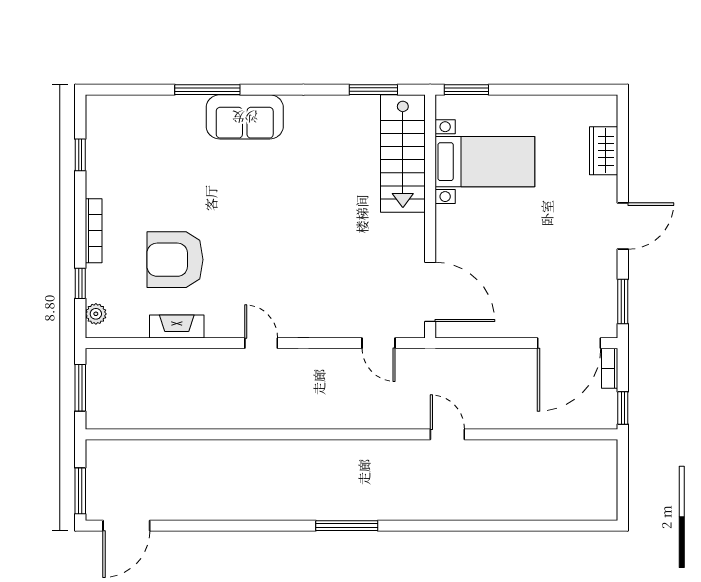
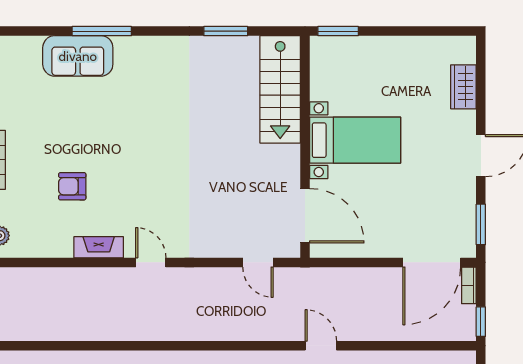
window: (373, 90) -> (226, 31), moved
sofa: (245, 117) -> (78, 56), moved
bed with nightstands: (485, 162) -> (355, 140), moved
armchair: (175, 260) -> (72, 186), width x0.53, depth x0.53
fireplace: (177, 326) -> (99, 247), moved

